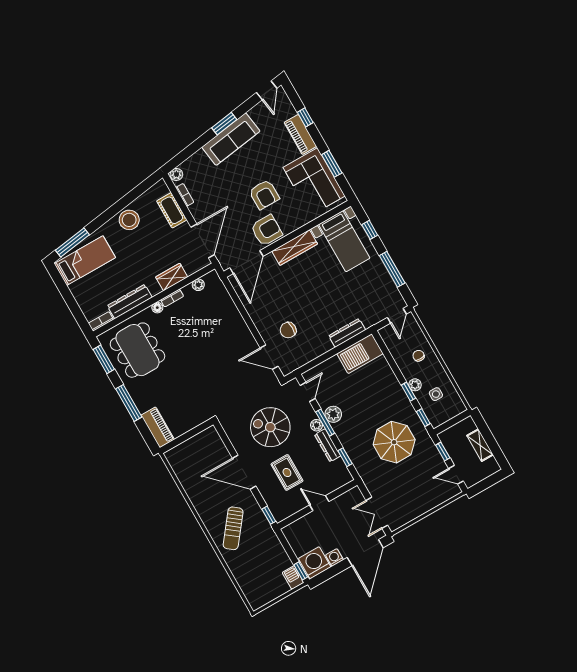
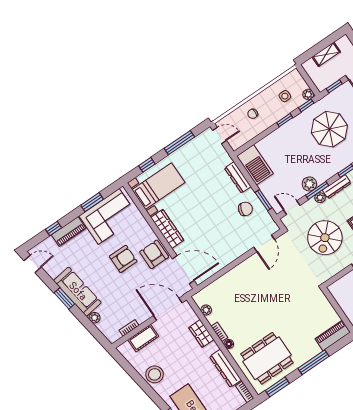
plant: (176, 174) -> (95, 318), moved
chair: (288, 330) -> (245, 209), moved, turned -72
window: (319, 360) -> (264, 200), added
plant: (415, 385) -> (308, 94), moved

